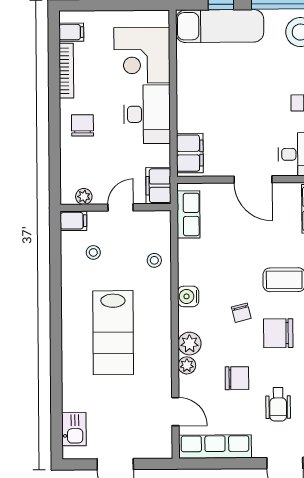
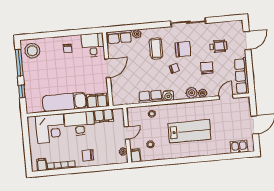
exam couch: (220, 26) -> (64, 102), moved, turned -90
filing cabinet: (158, 186) -> (104, 116), moved
door: (121, 207) -> (127, 133), swing flipped
row of seats: (188, 214) -> (151, 97), moved
chair: (278, 333) -> (183, 49), turned -90

